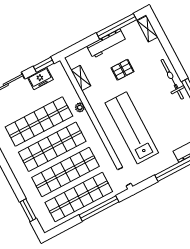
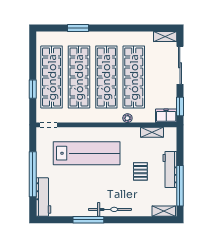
freezer: (40, 78) -> (166, 116), moved, turned 90
window: (99, 208) -> (33, 89), width x0.47
window: (28, 210) -> (78, 28), moved

